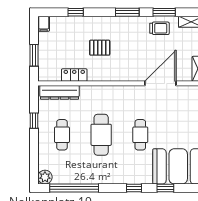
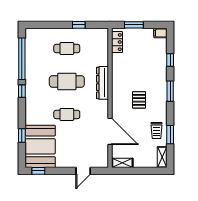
window: (127, 12) -> (170, 91), moved
pallet: (100, 48) -> (139, 100), moved
locker: (74, 75) -> (117, 42), moved
dresser: (60, 92) -> (103, 83), moved
plant: (45, 177) -> (31, 34), removed
window: (134, 188) -> (22, 91), moved

